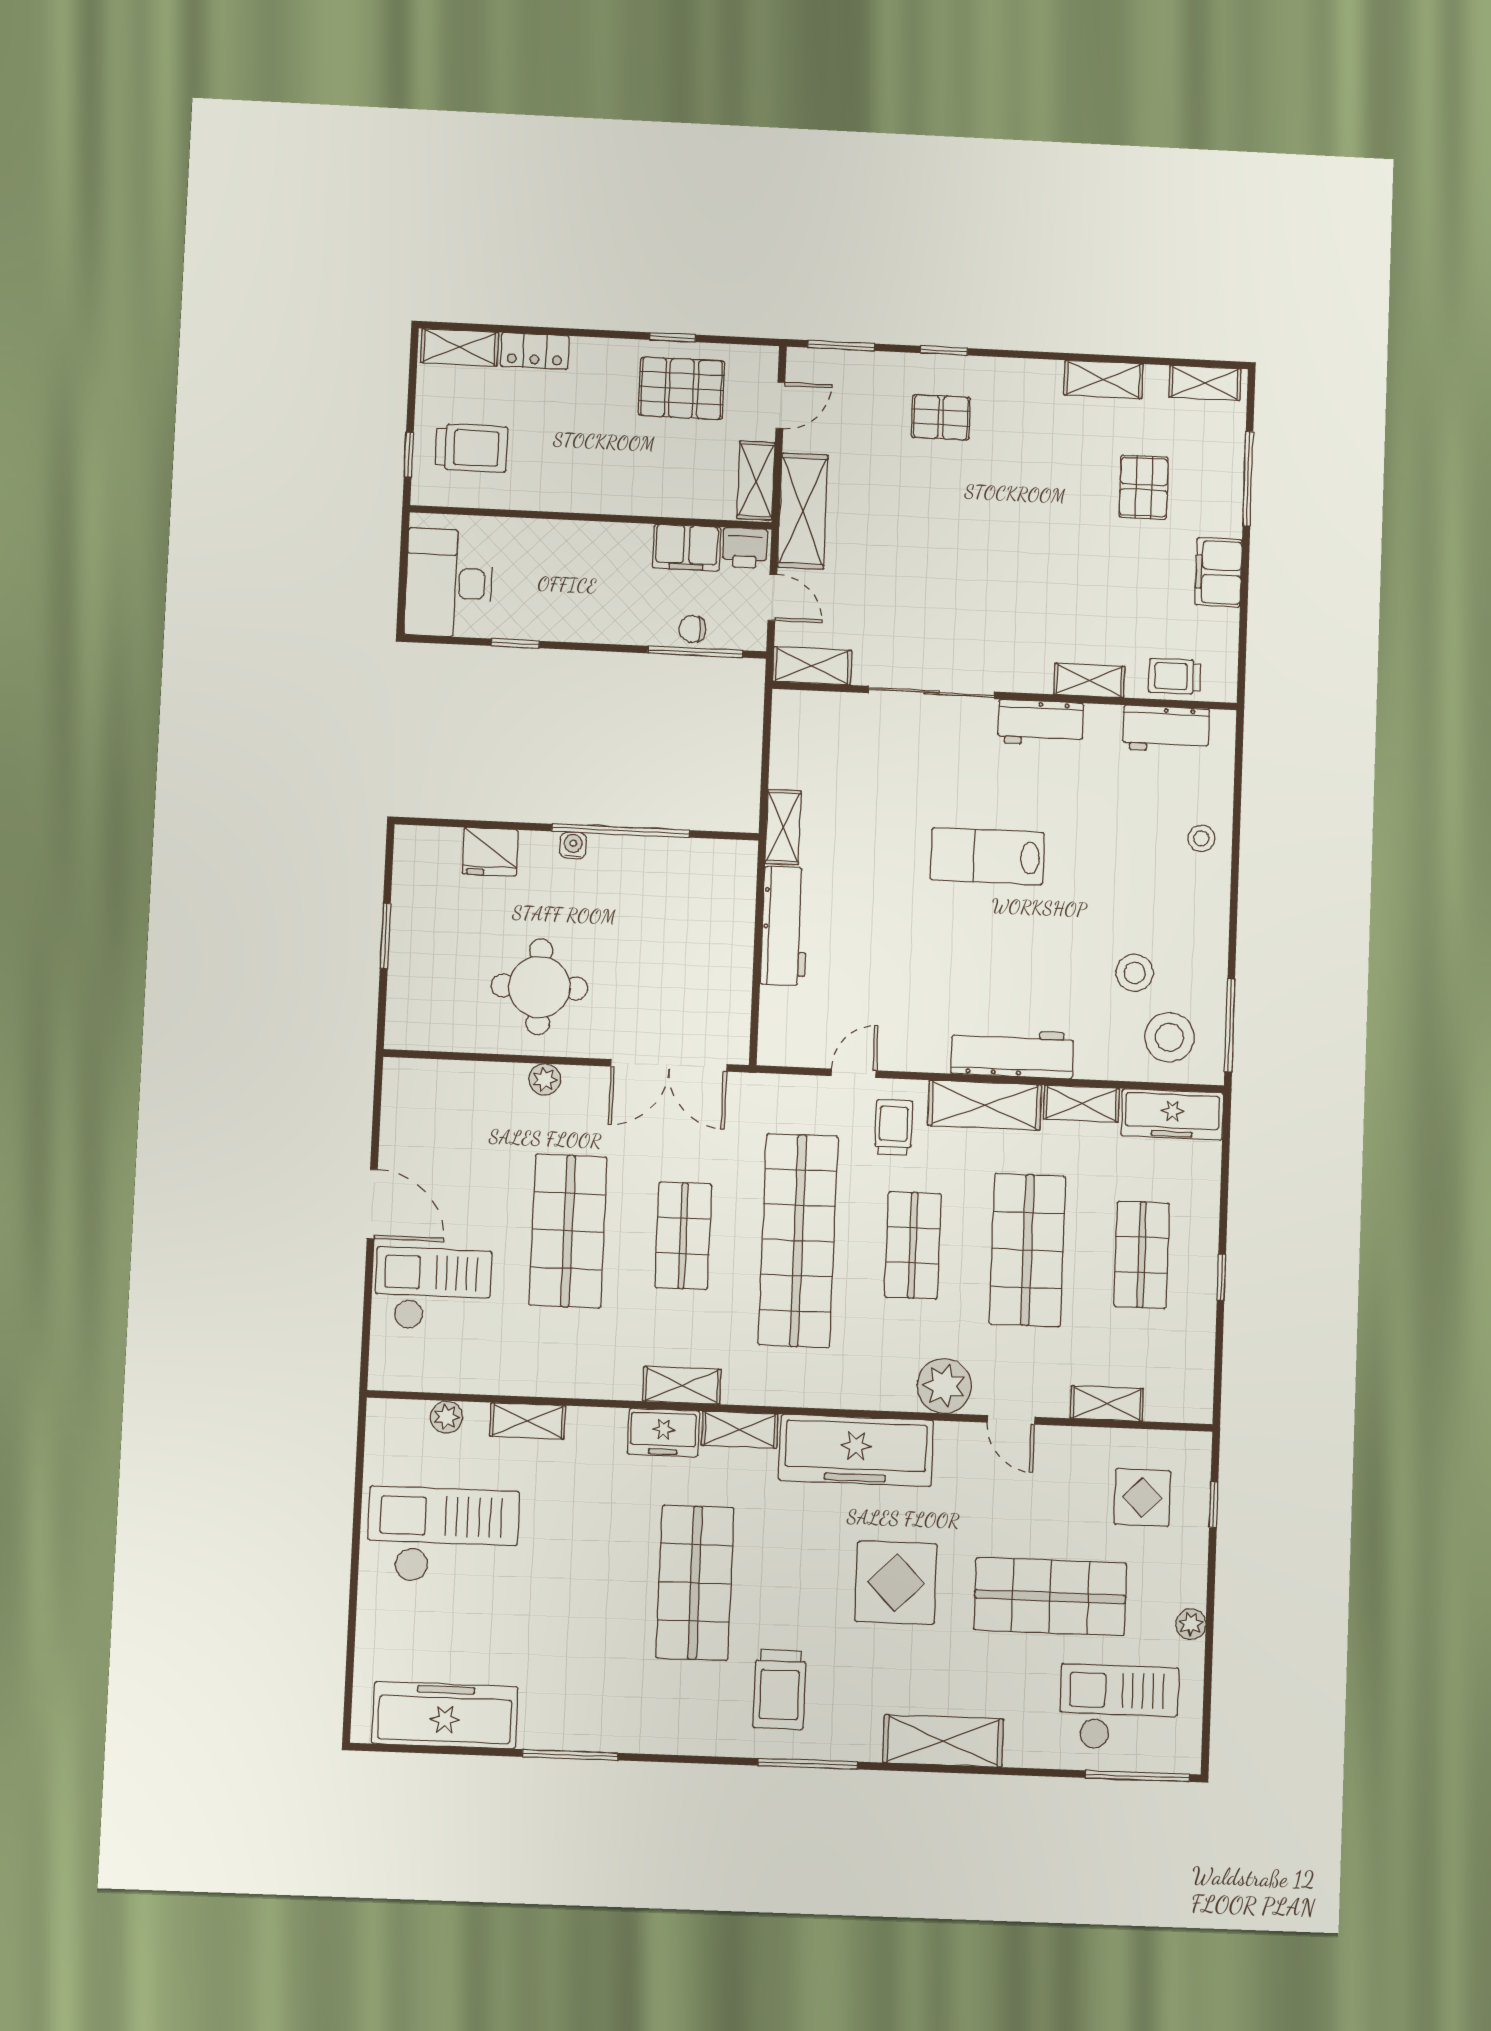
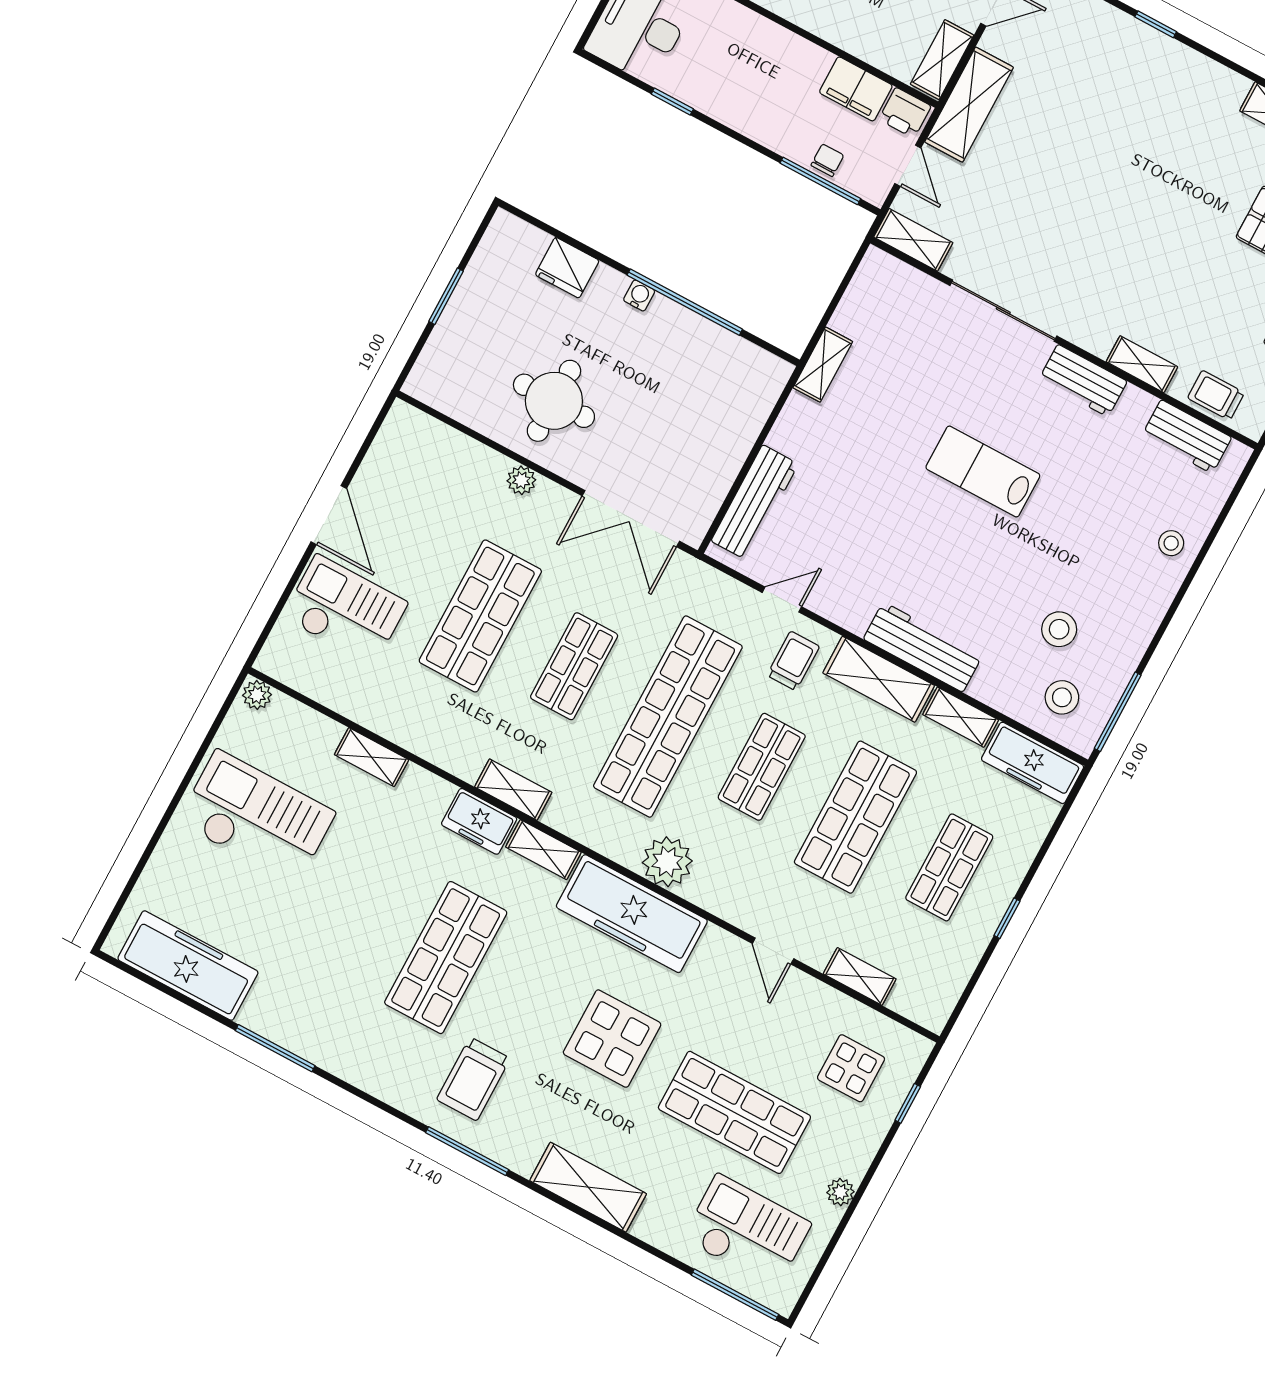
pallet: (941, 417) -> (1125, 80), removed
chair: (692, 629) -> (827, 160), turned 90
workbench: (785, 926) -> (755, 502), moved
stool: (1170, 1037) -> (1062, 697), width x0.73, depth x0.73
plant: (944, 1386) -> (667, 862), moved
plant: (447, 1417) -> (257, 695), moved

